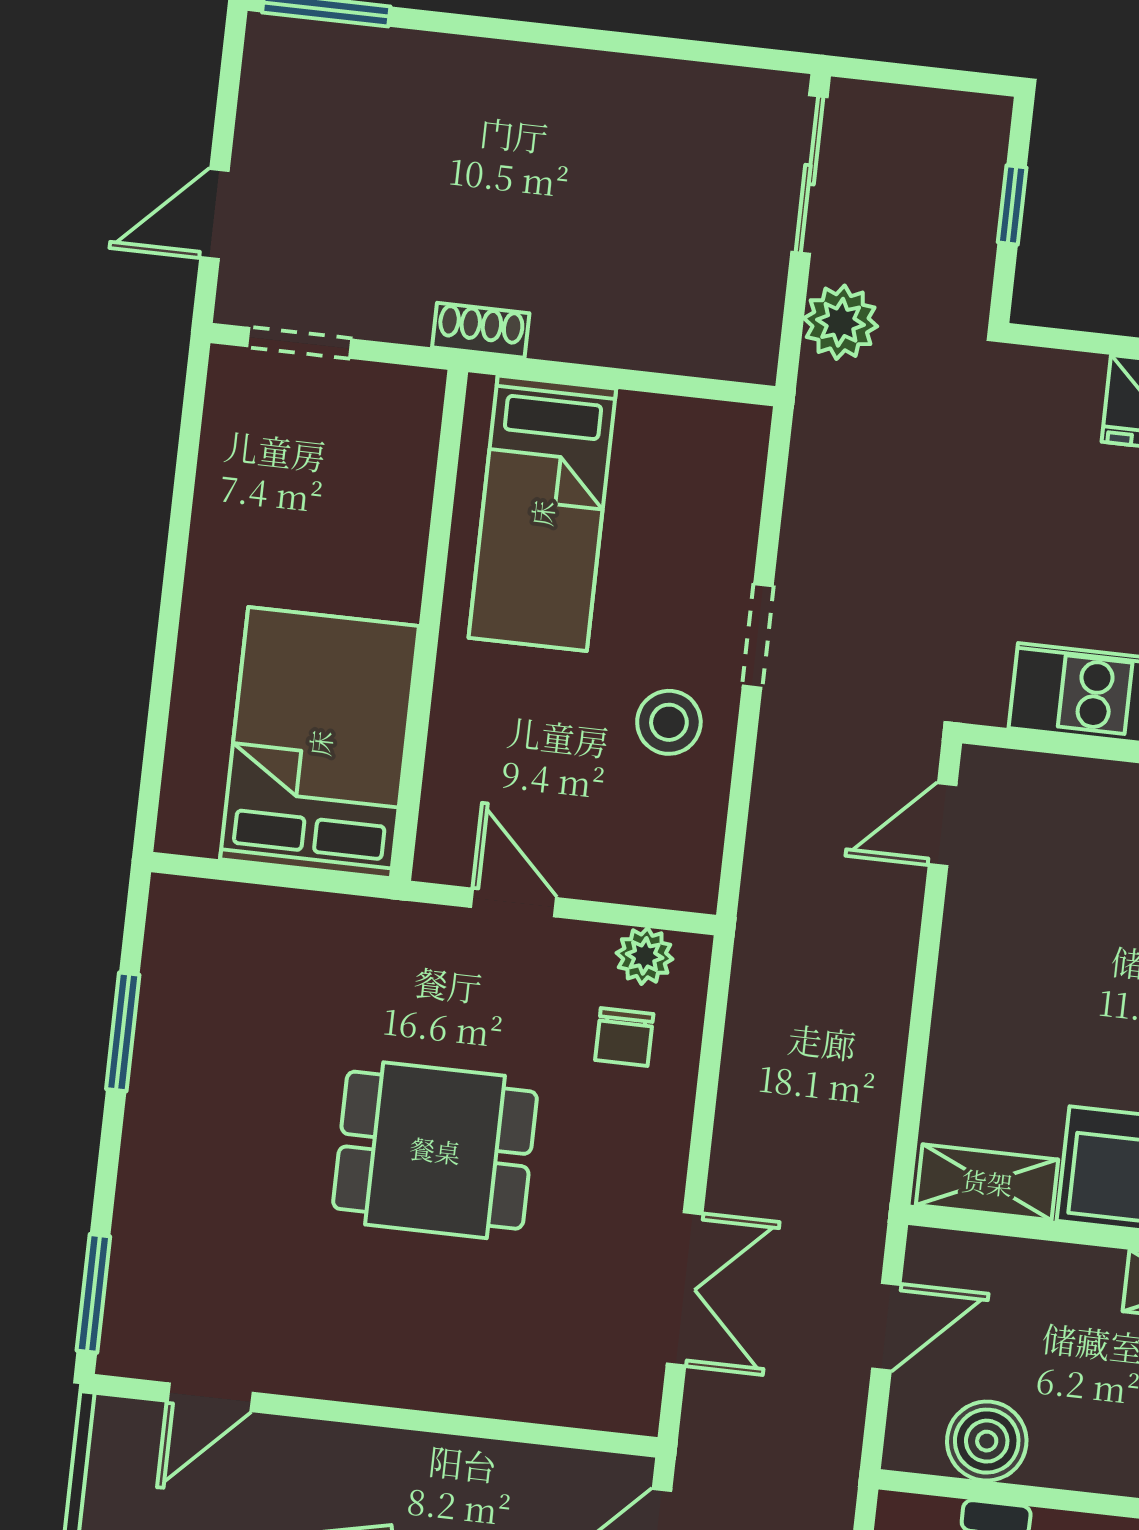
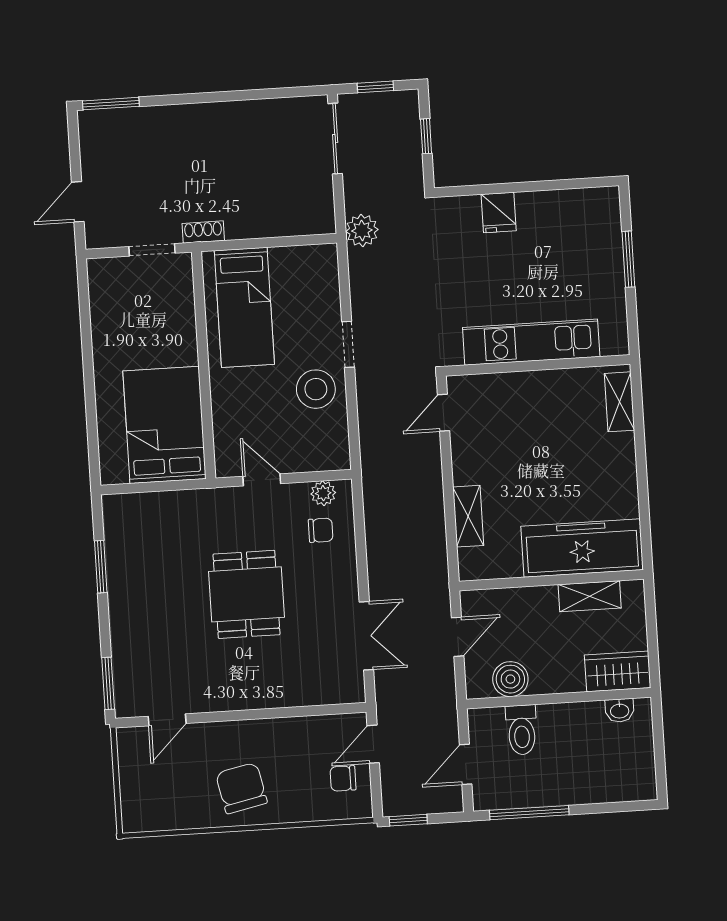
window: (919, 76) -> (375, 87), added
plant: (841, 322) -> (362, 230), moved
doorway: (299, 343) -> (152, 250), moved
stool: (669, 722) -> (316, 389), width x1.38, depth x1.38
chair: (624, 1037) -> (321, 530), turned -90
dining table: (435, 1150) -> (246, 594), turned 90
shelving: (987, 1182) -> (468, 516), moved, turned 90

